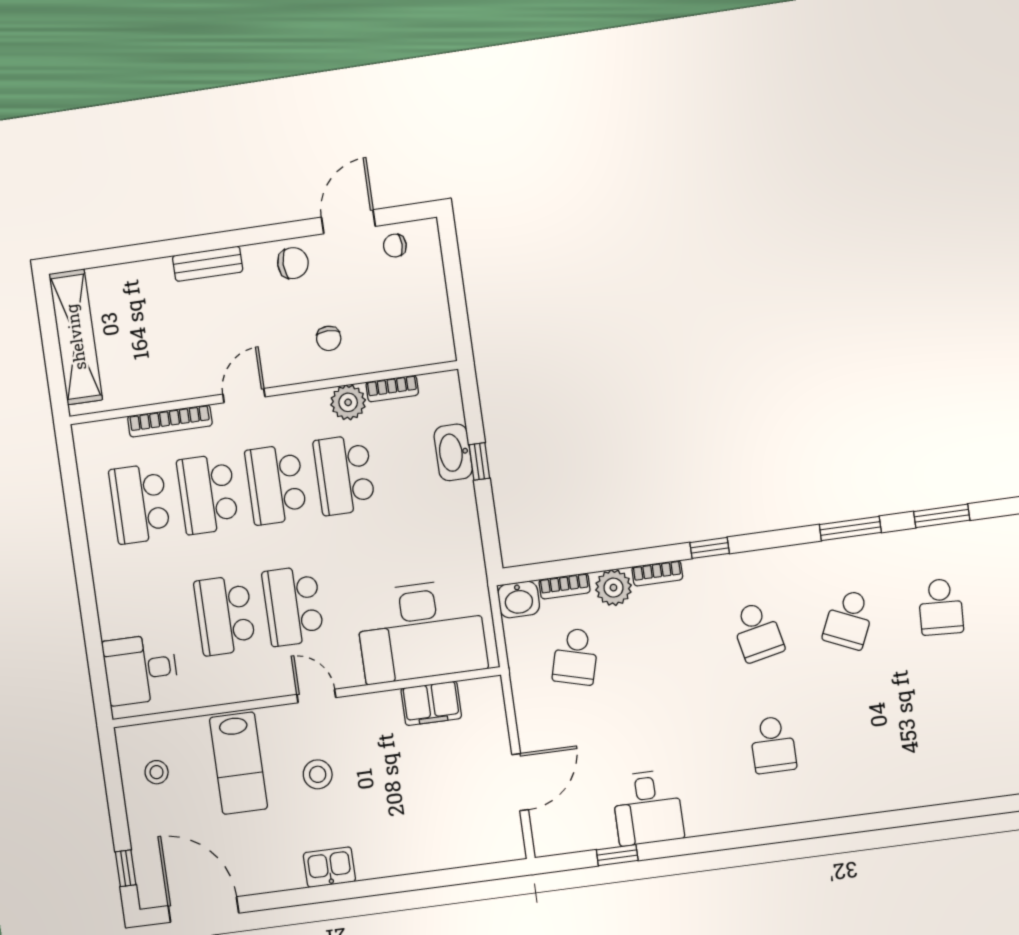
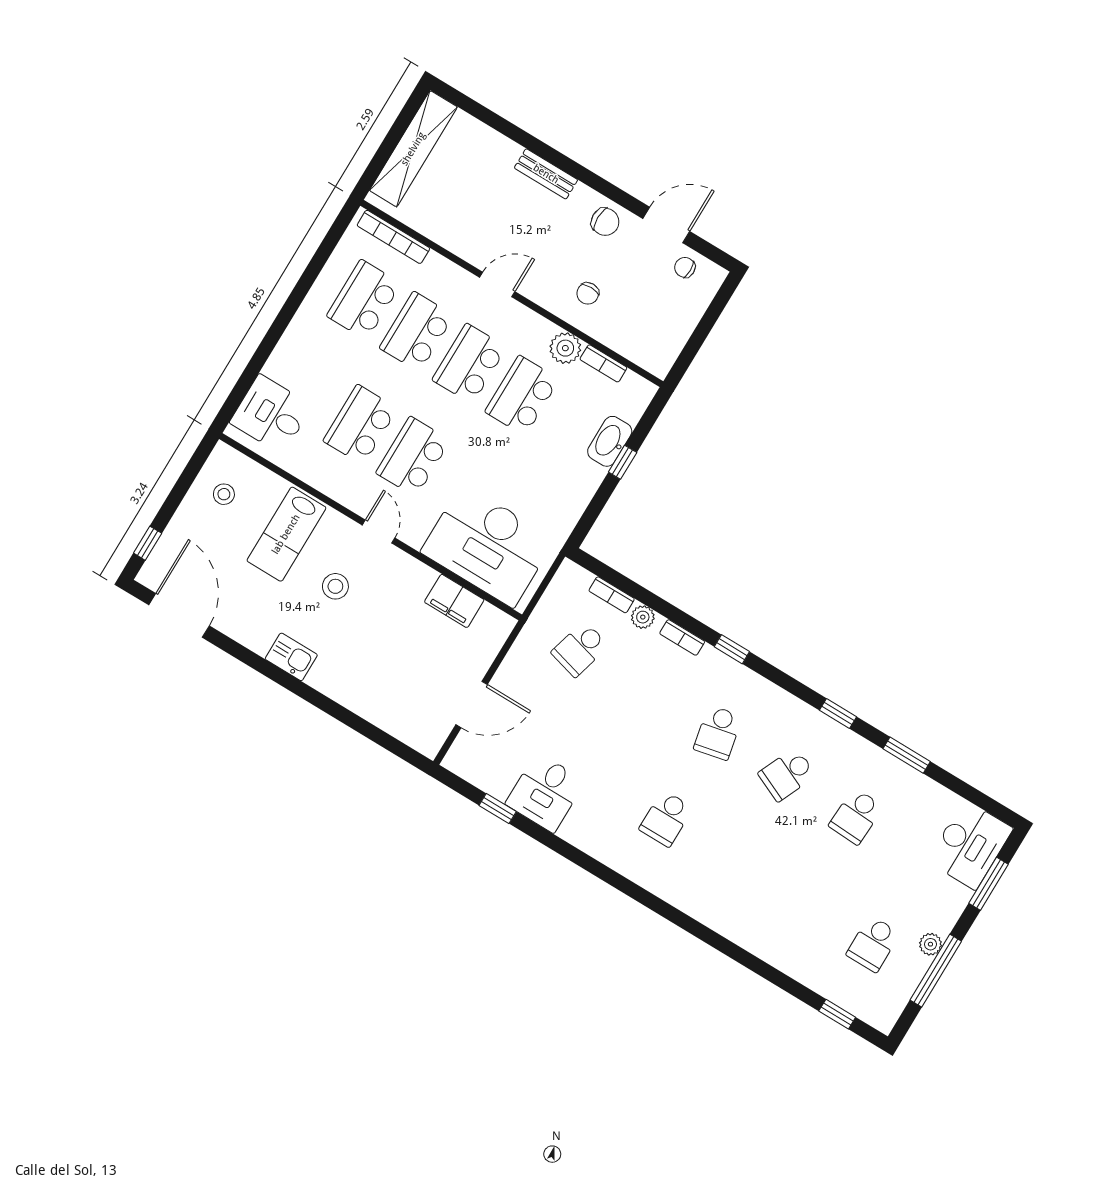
bookcase: (170, 421) -> (393, 237), moved
window: (850, 528) -> (838, 714), width x0.67
plant: (613, 588) -> (643, 617), width x0.73, depth x0.73
washbasin: (519, 600) -> (573, 578), removed

